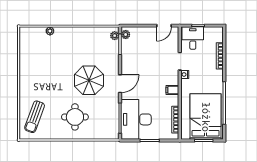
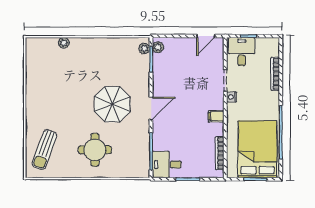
desk: (136, 119) -> (167, 165), width x0.53, depth x0.77

